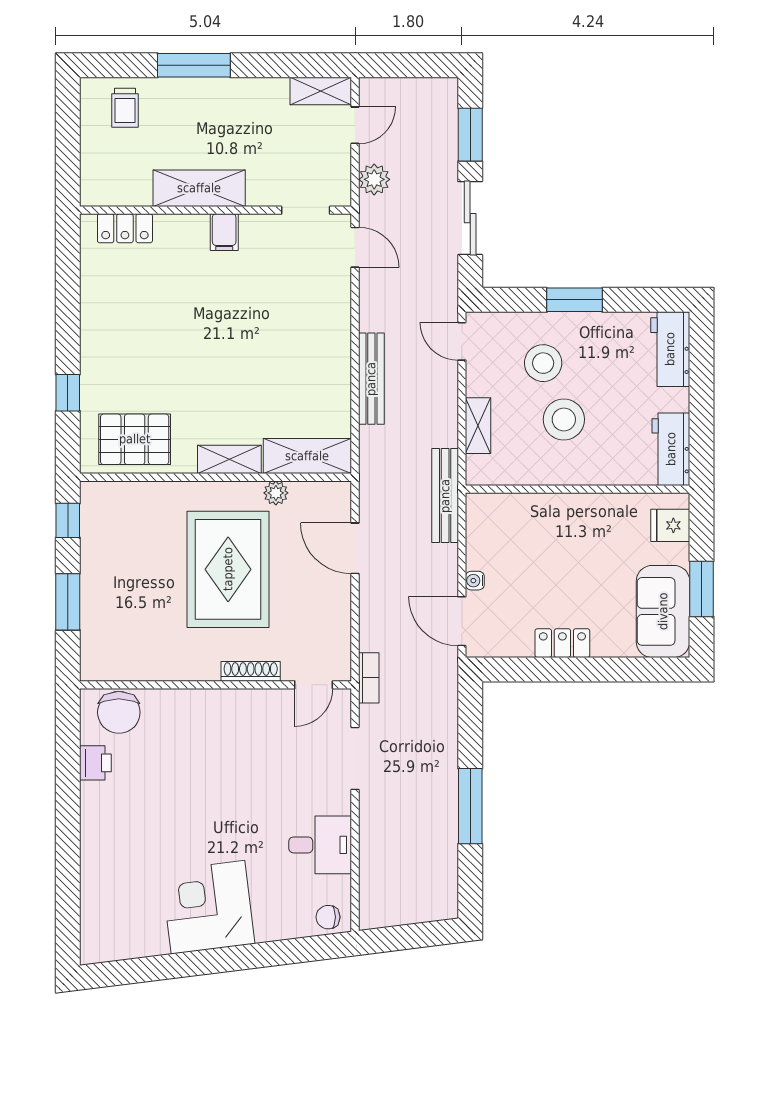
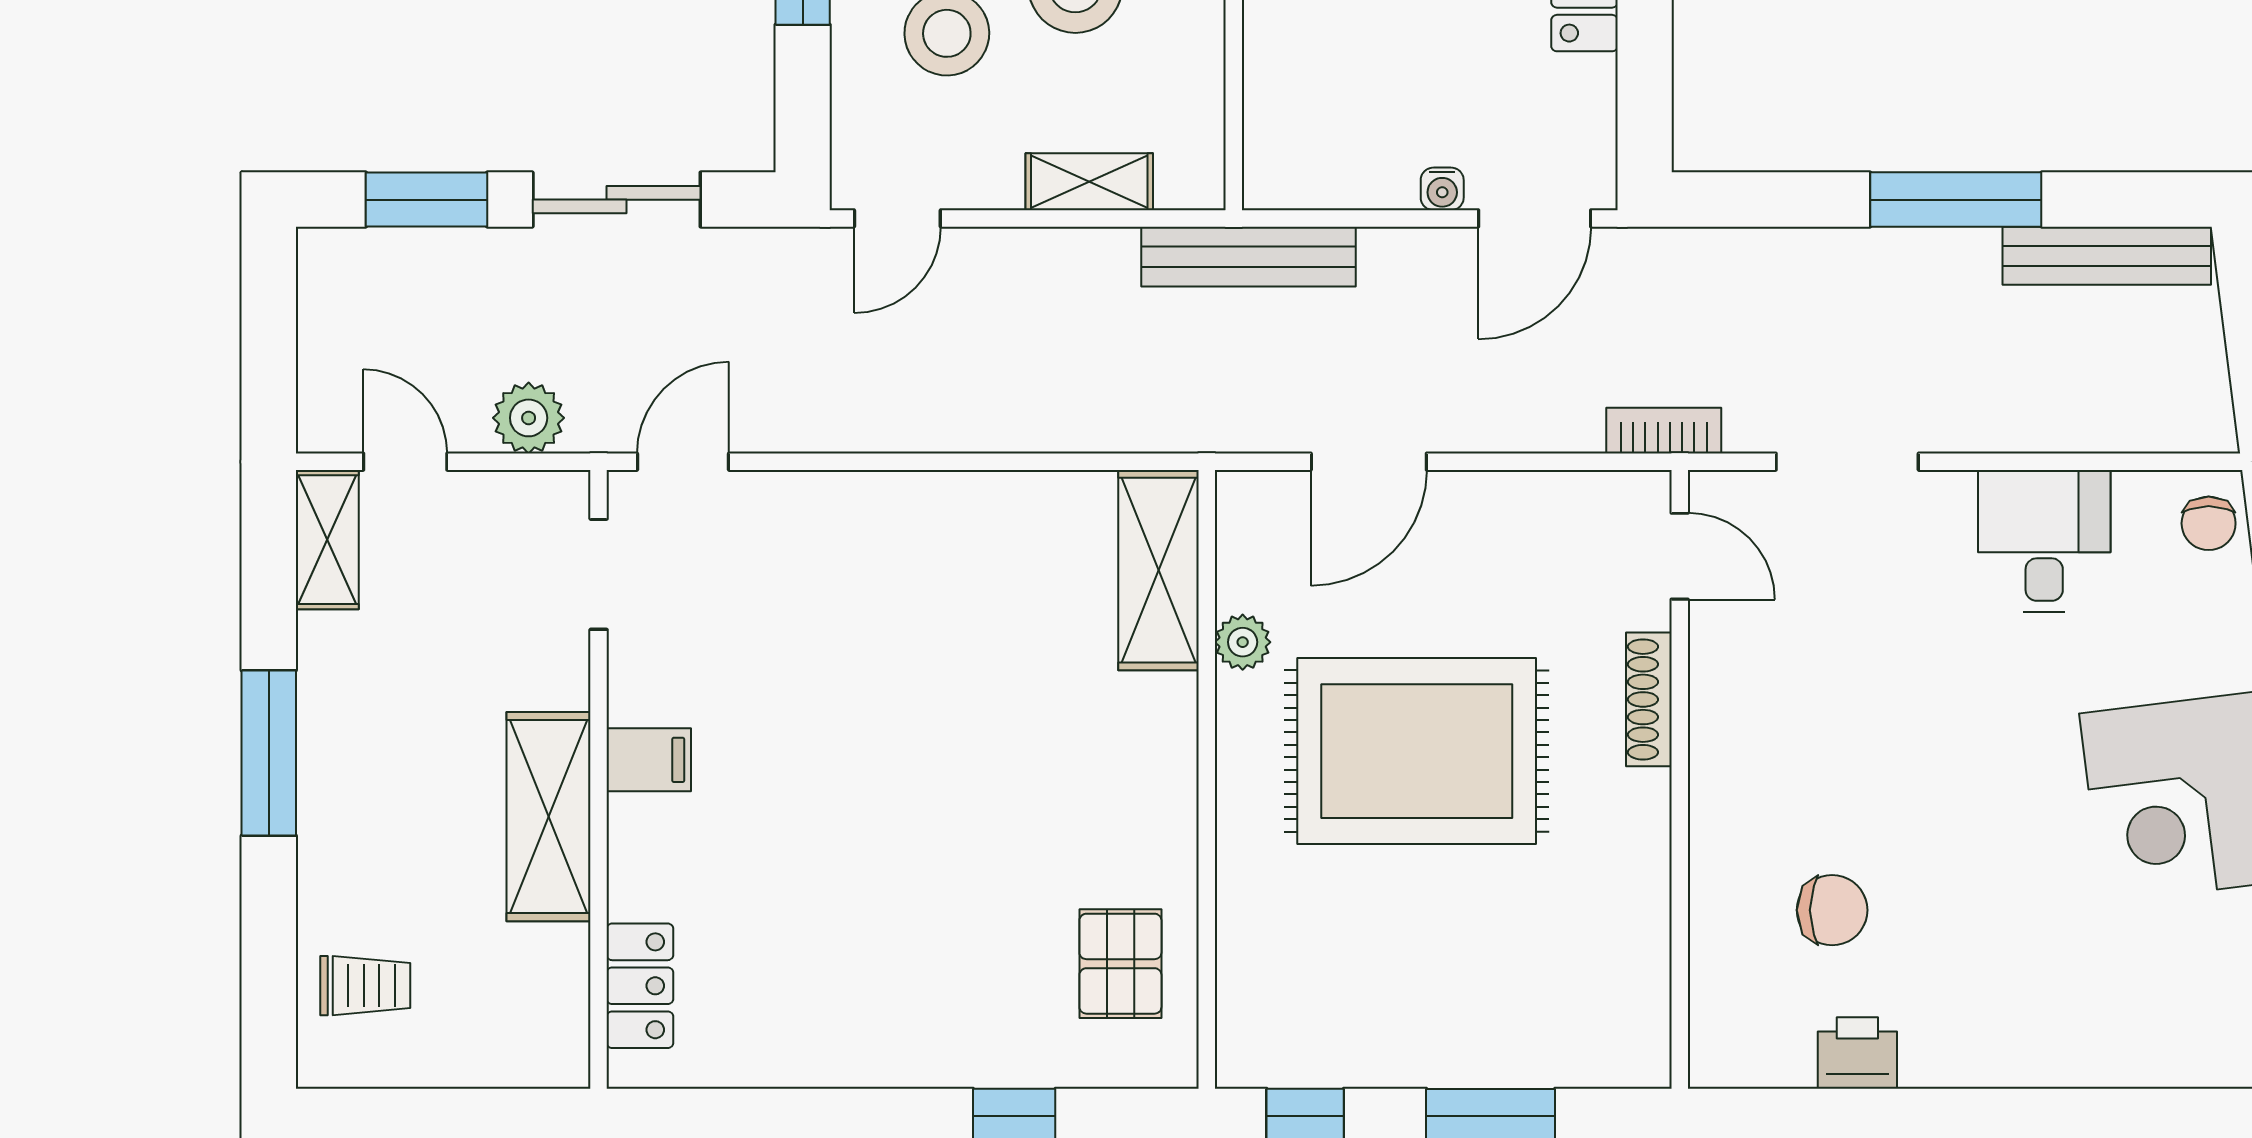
window: (194, 65) -> (269, 753), moved
bench: (371, 379) -> (2107, 256), moved
pallet: (135, 439) -> (1120, 964), width x0.67, depth x0.71
shelving: (229, 459) -> (1166, 748), removed
chair: (119, 712) -> (1832, 910), moved, width x0.73, depth x0.73

